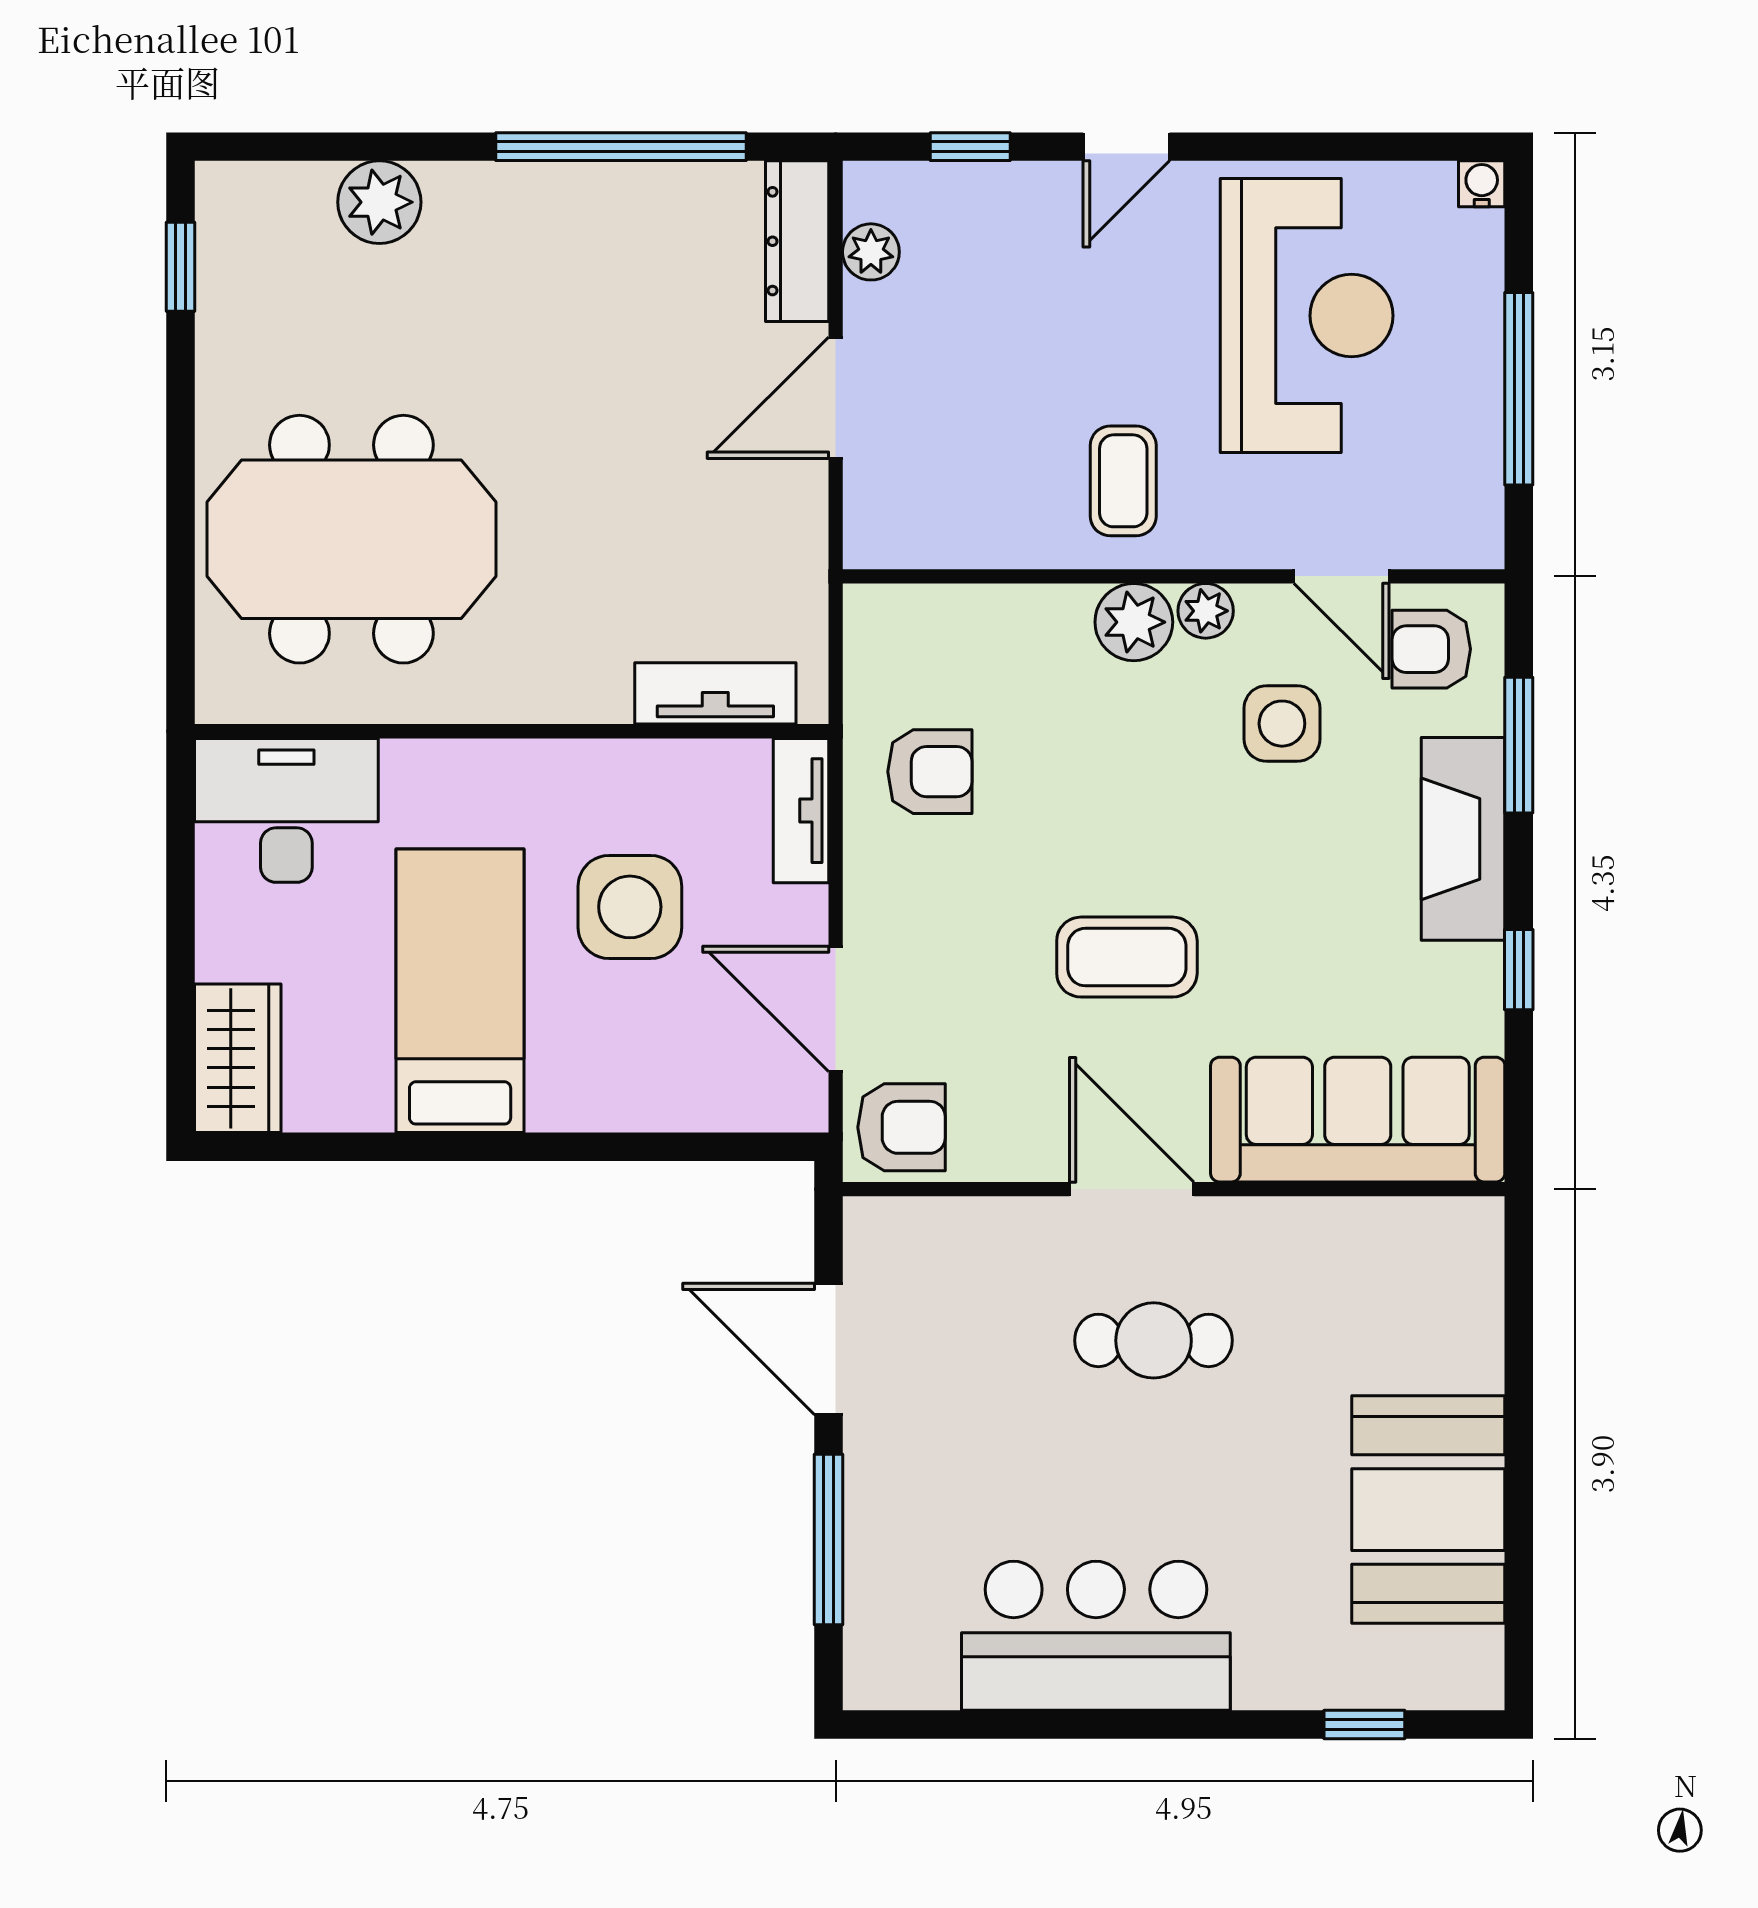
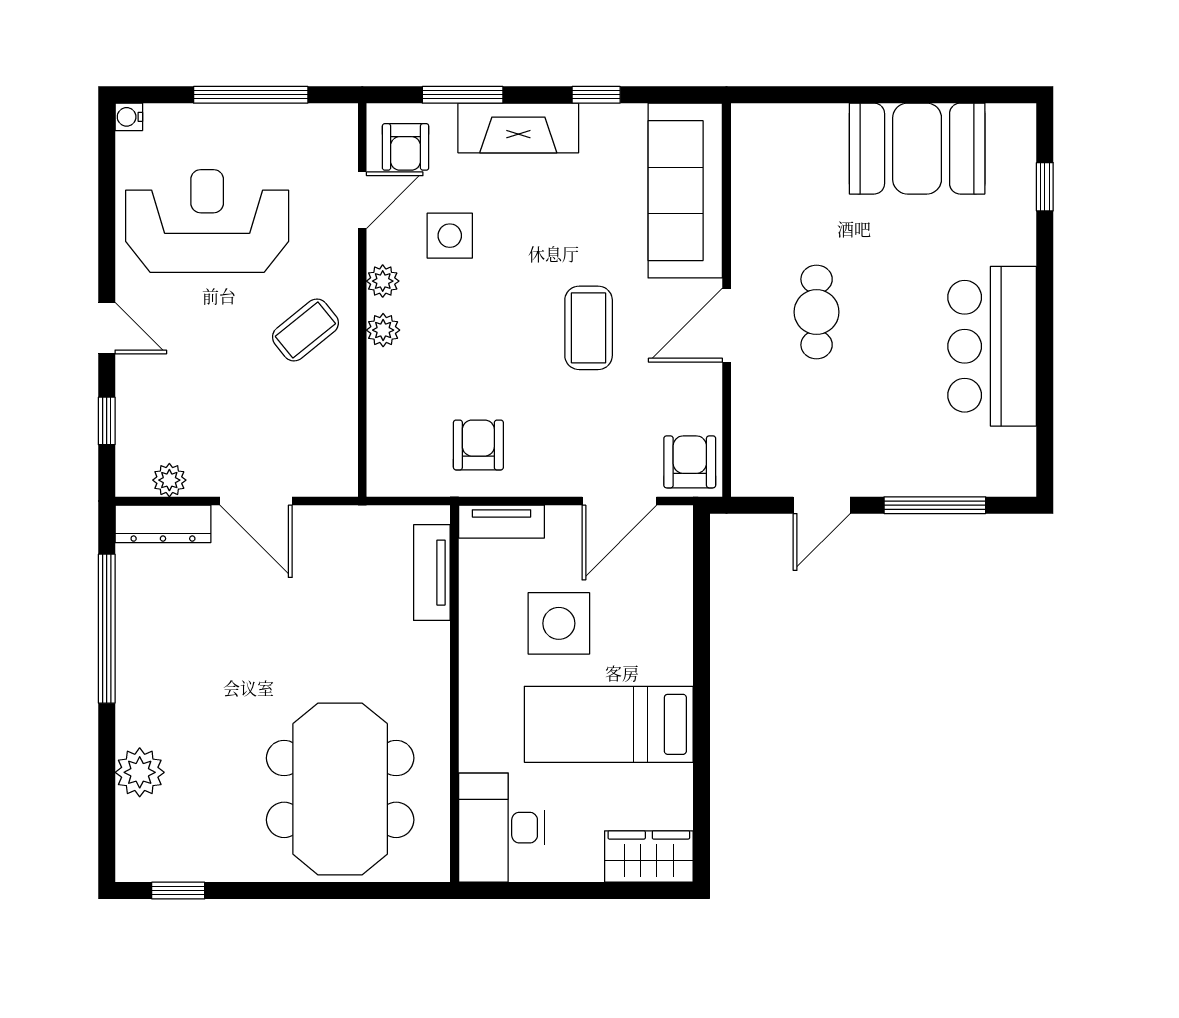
coffee table: (1123, 481) -> (305, 330), turned -39
plant: (1134, 622) -> (383, 330), width x0.73, depth x0.73
door: (829, 1349) -> (822, 505), width x0.73

